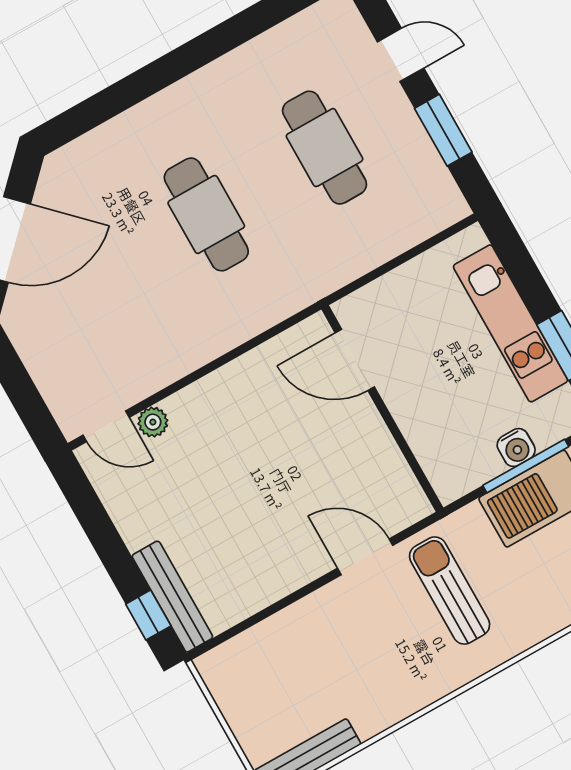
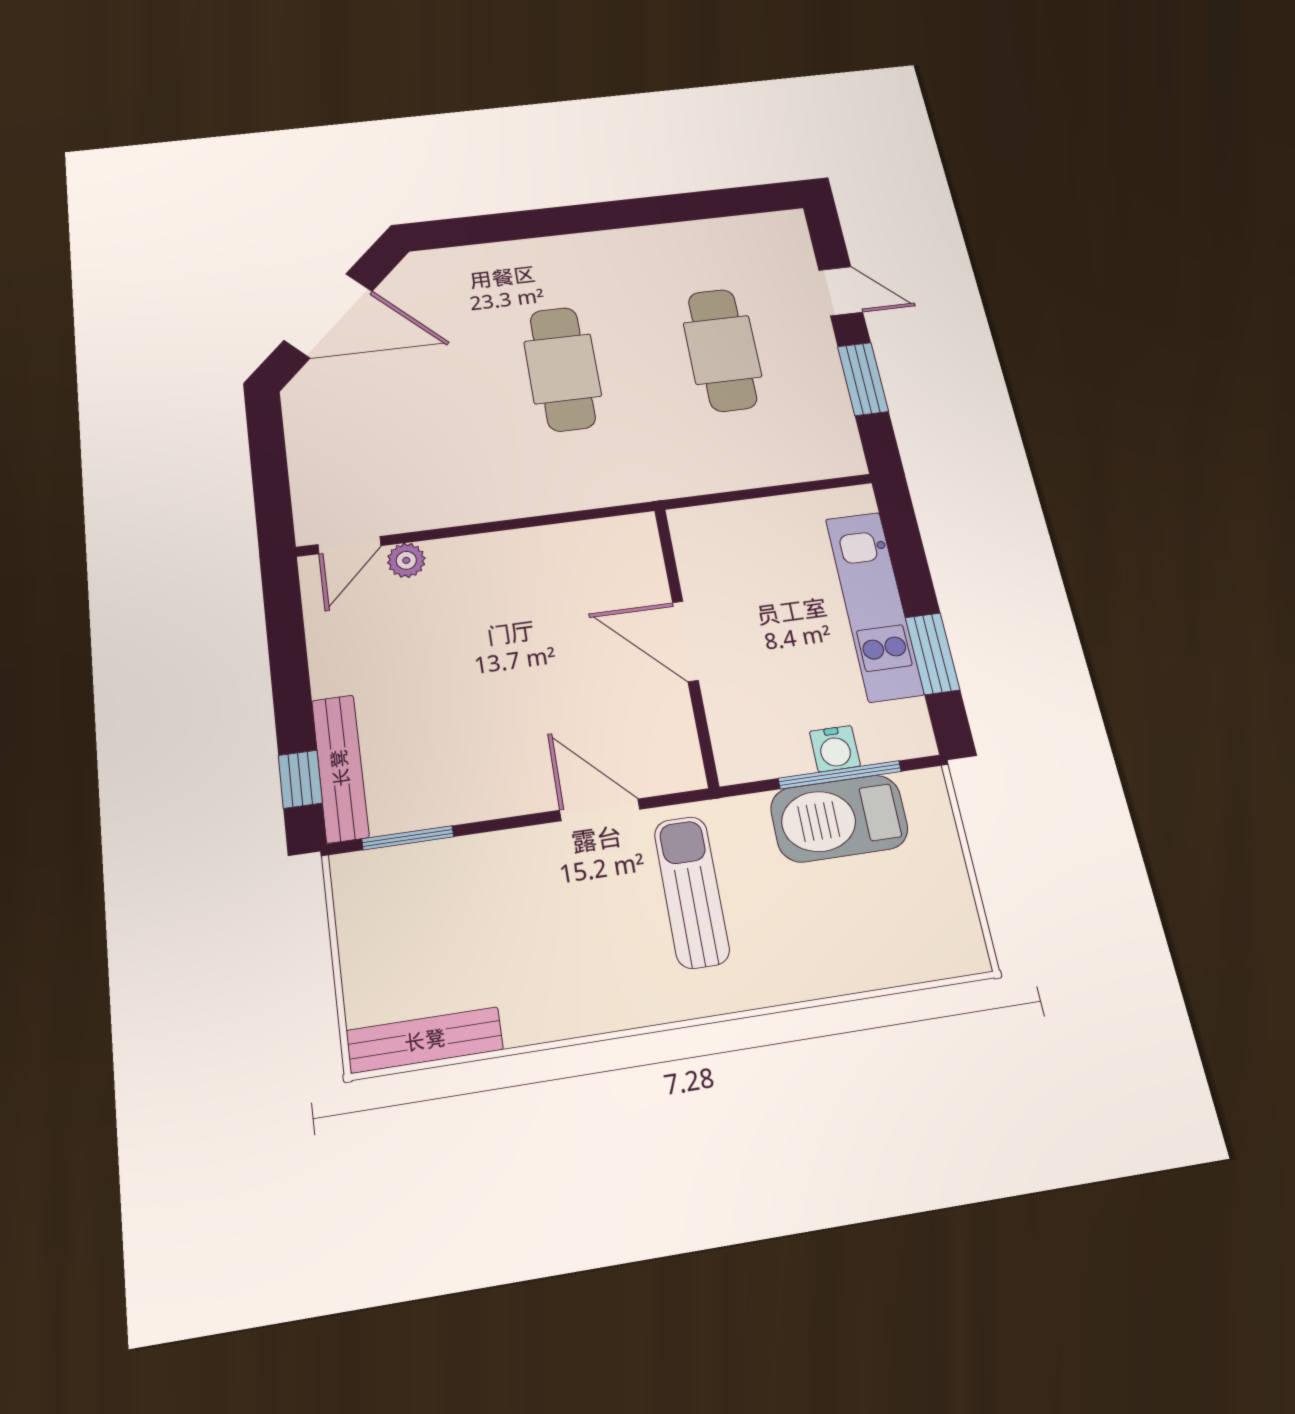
door: (355, 360) -> (685, 641), moved
door: (106, 426) -> (349, 545), hinge flipped
window: (240, 628) -> (408, 838), added

